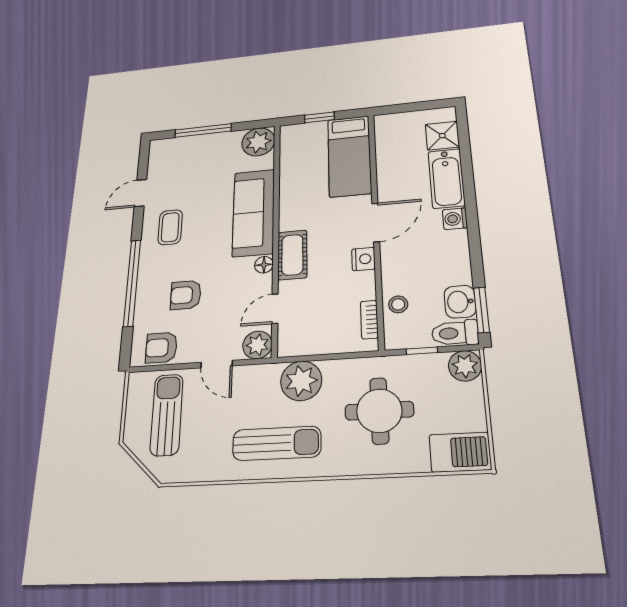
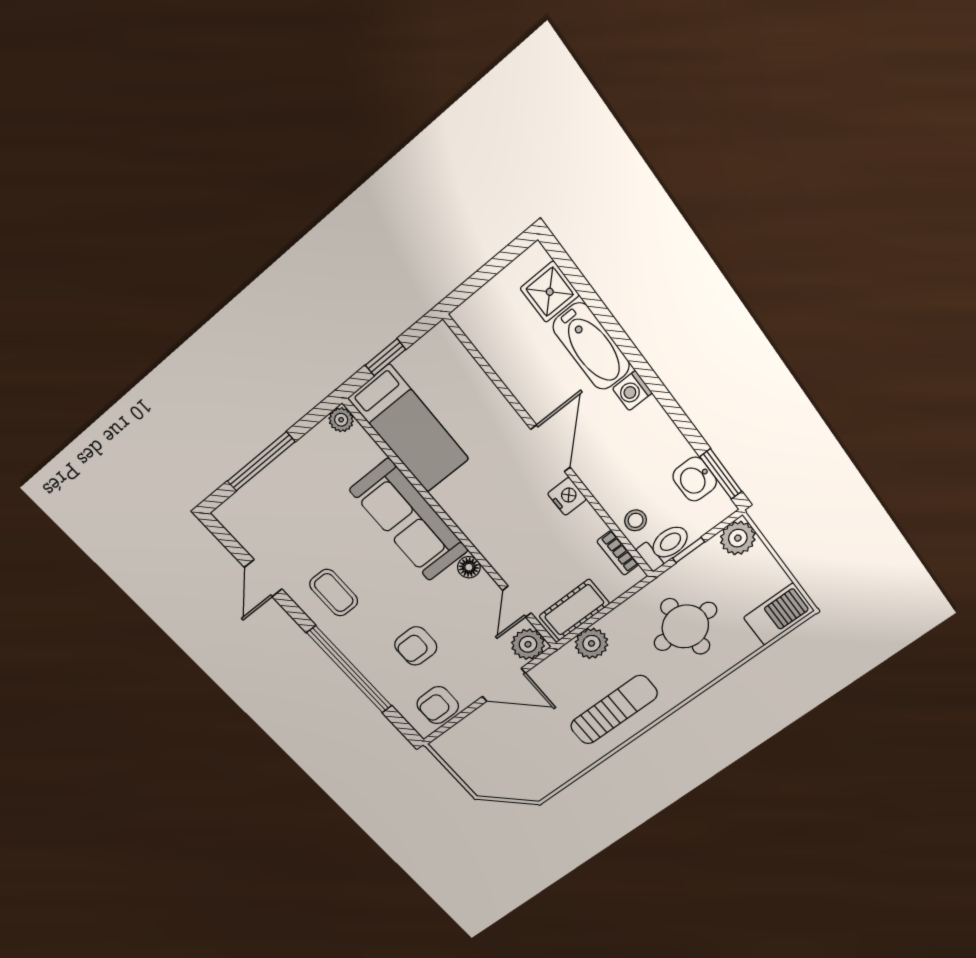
plant: (258, 142) -> (341, 420), width x0.53, depth x0.53
bed: (349, 156) -> (409, 429), moved
cot: (292, 255) -> (574, 610), moved, turned 90
toilet: (455, 333) -> (665, 546), moved, turned 180
door: (217, 364) -> (504, 685), width x1.38
plant: (301, 381) -> (592, 643), width x0.73, depth x0.73
sun lounger: (167, 415) -> (496, 752), removed

